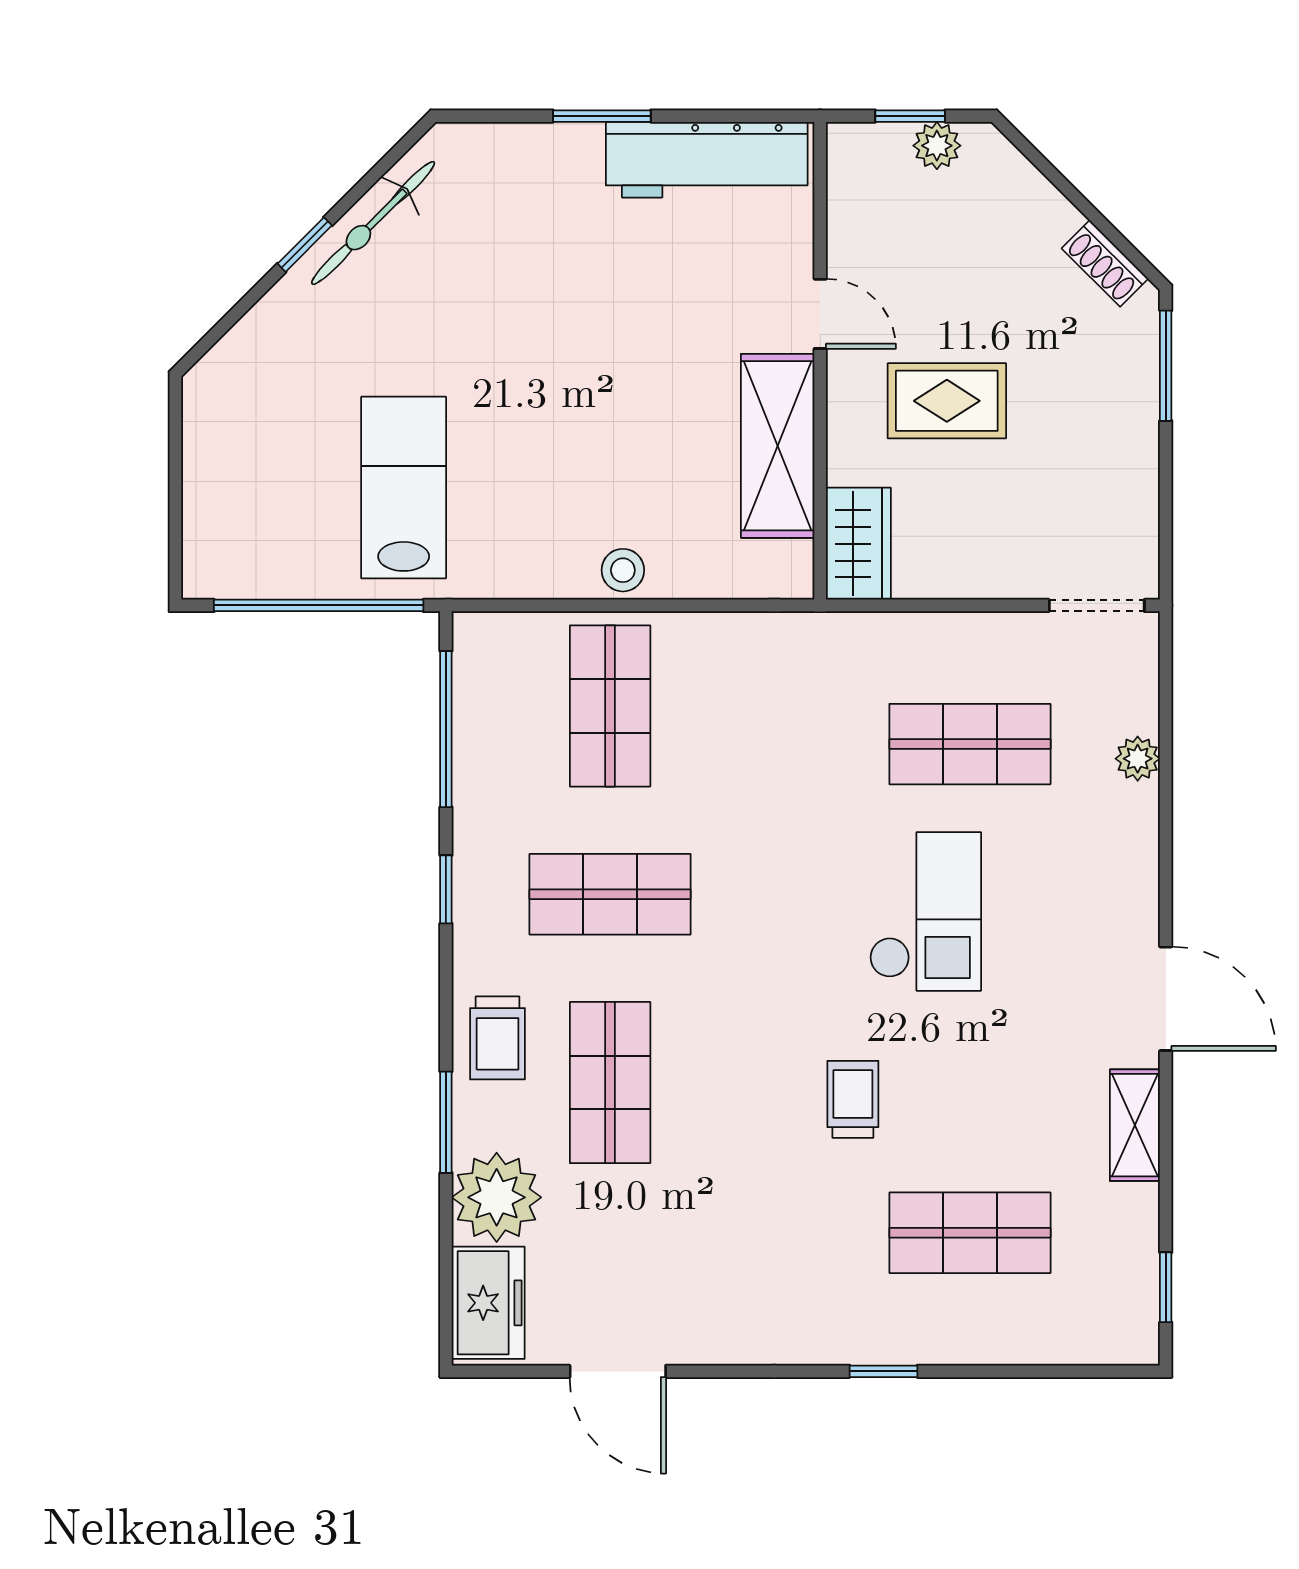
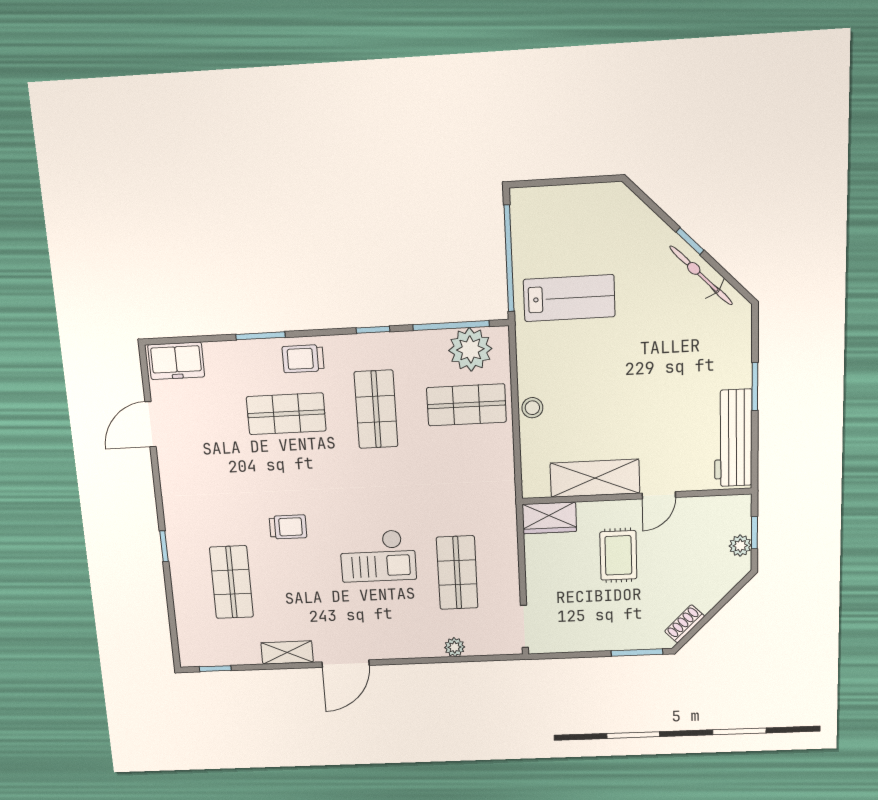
plant: (497, 1197) -> (470, 349), moved

